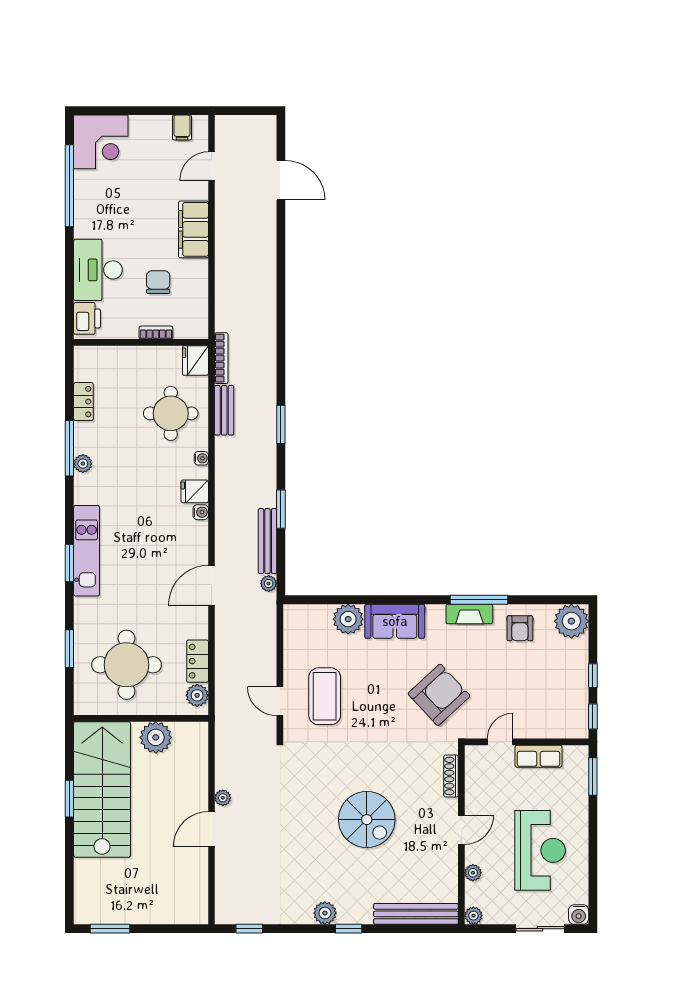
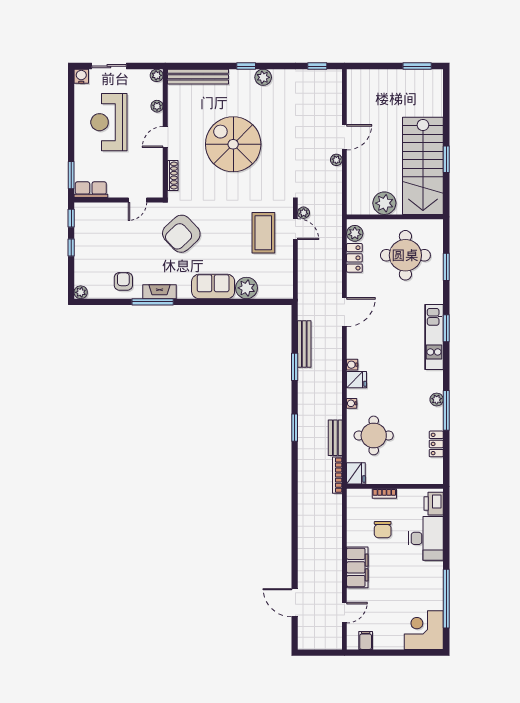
plant: (269, 583) -> (304, 213), moved
plant: (571, 621) -> (81, 292), width x0.53, depth x0.53
row of seats: (539, 756) -> (91, 190), moved
spiral stairs: (367, 820) -> (233, 144), width x1.37, depth x1.37

